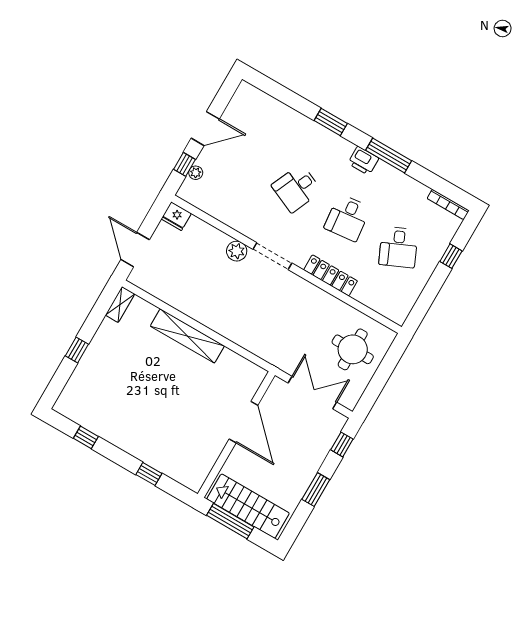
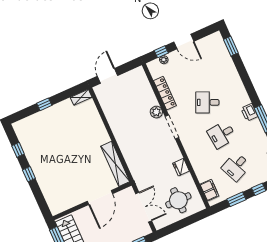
window: (331, 122) -> (231, 46), moved
fridge: (176, 216) -> (181, 167), moved
locker: (331, 275) -> (165, 93), moved
window: (431, 291) -> (236, 199), added
filing cabinet: (385, 305) -> (209, 190), added
shelving: (187, 336) -> (115, 164), moved
window: (149, 474) -> (29, 174), moved

